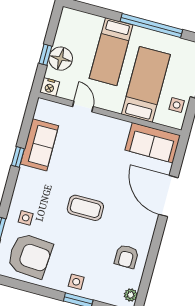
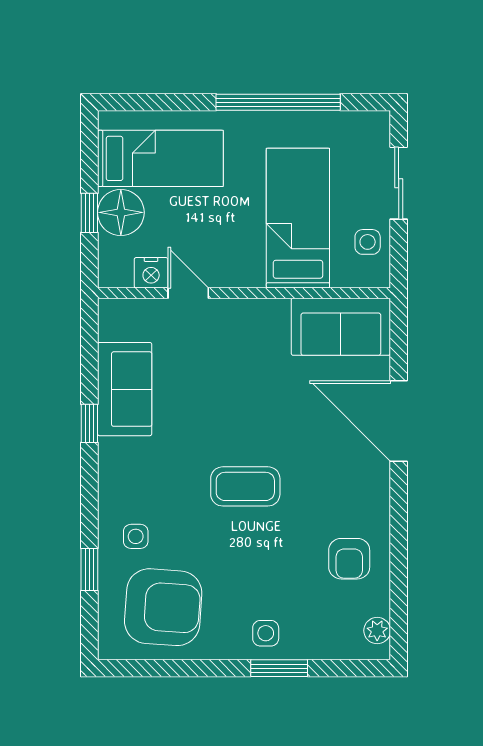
bed: (111, 52) -> (160, 158), moved, turned -90
nightstand: (50, 87) -> (151, 273), moved

